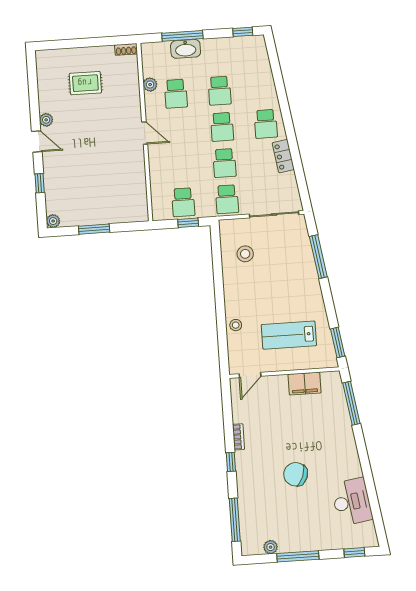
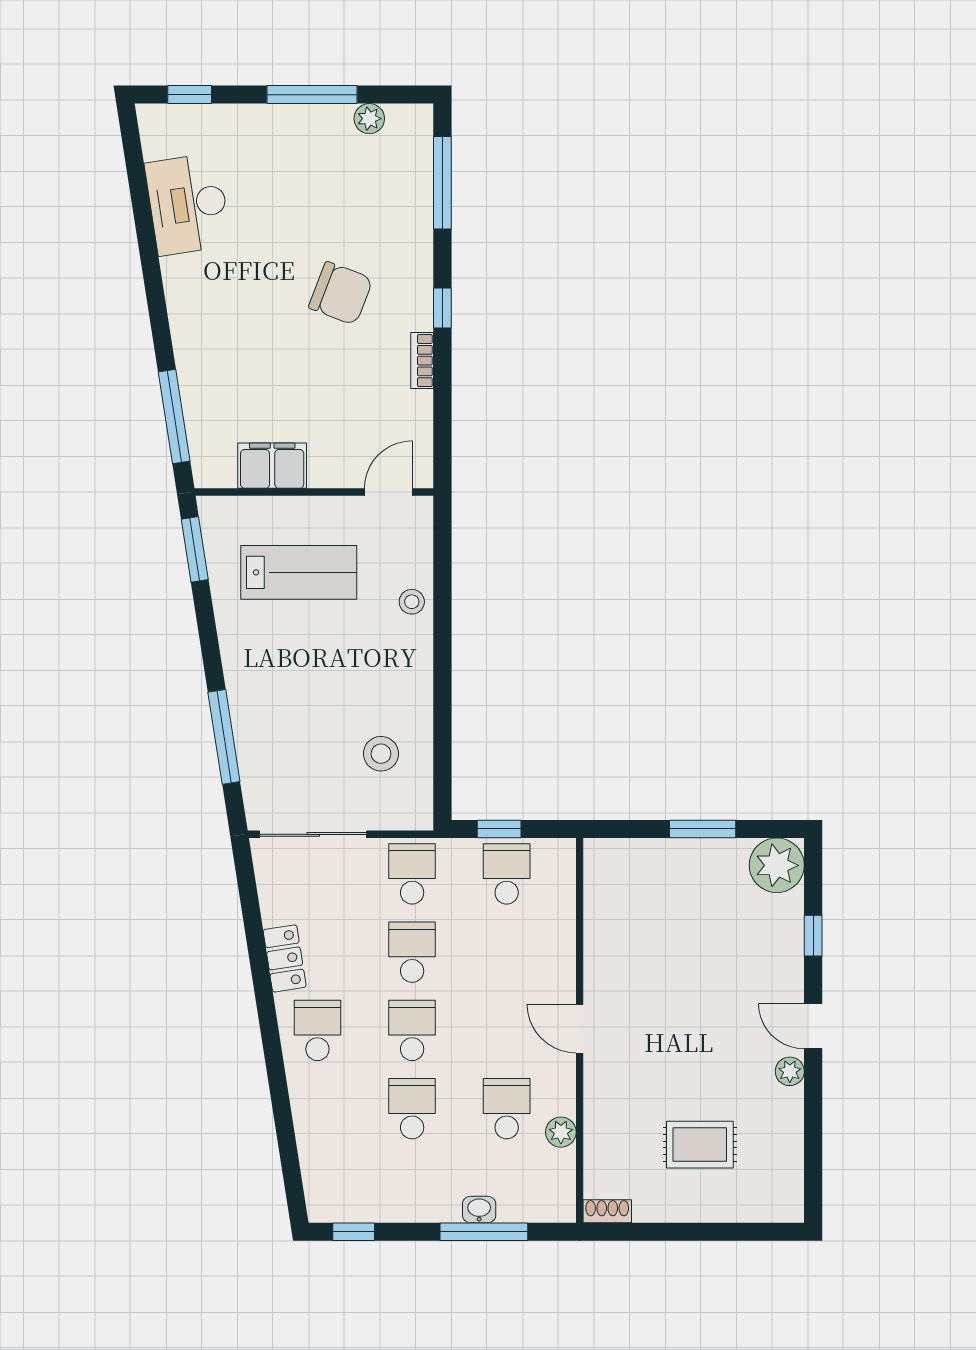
washbasin: (186, 49) -> (479, 1210), width x0.52, depth x0.69
plant: (53, 221) -> (777, 865), width x1.88, depth x1.88
chair: (296, 474) -> (341, 293), moved

